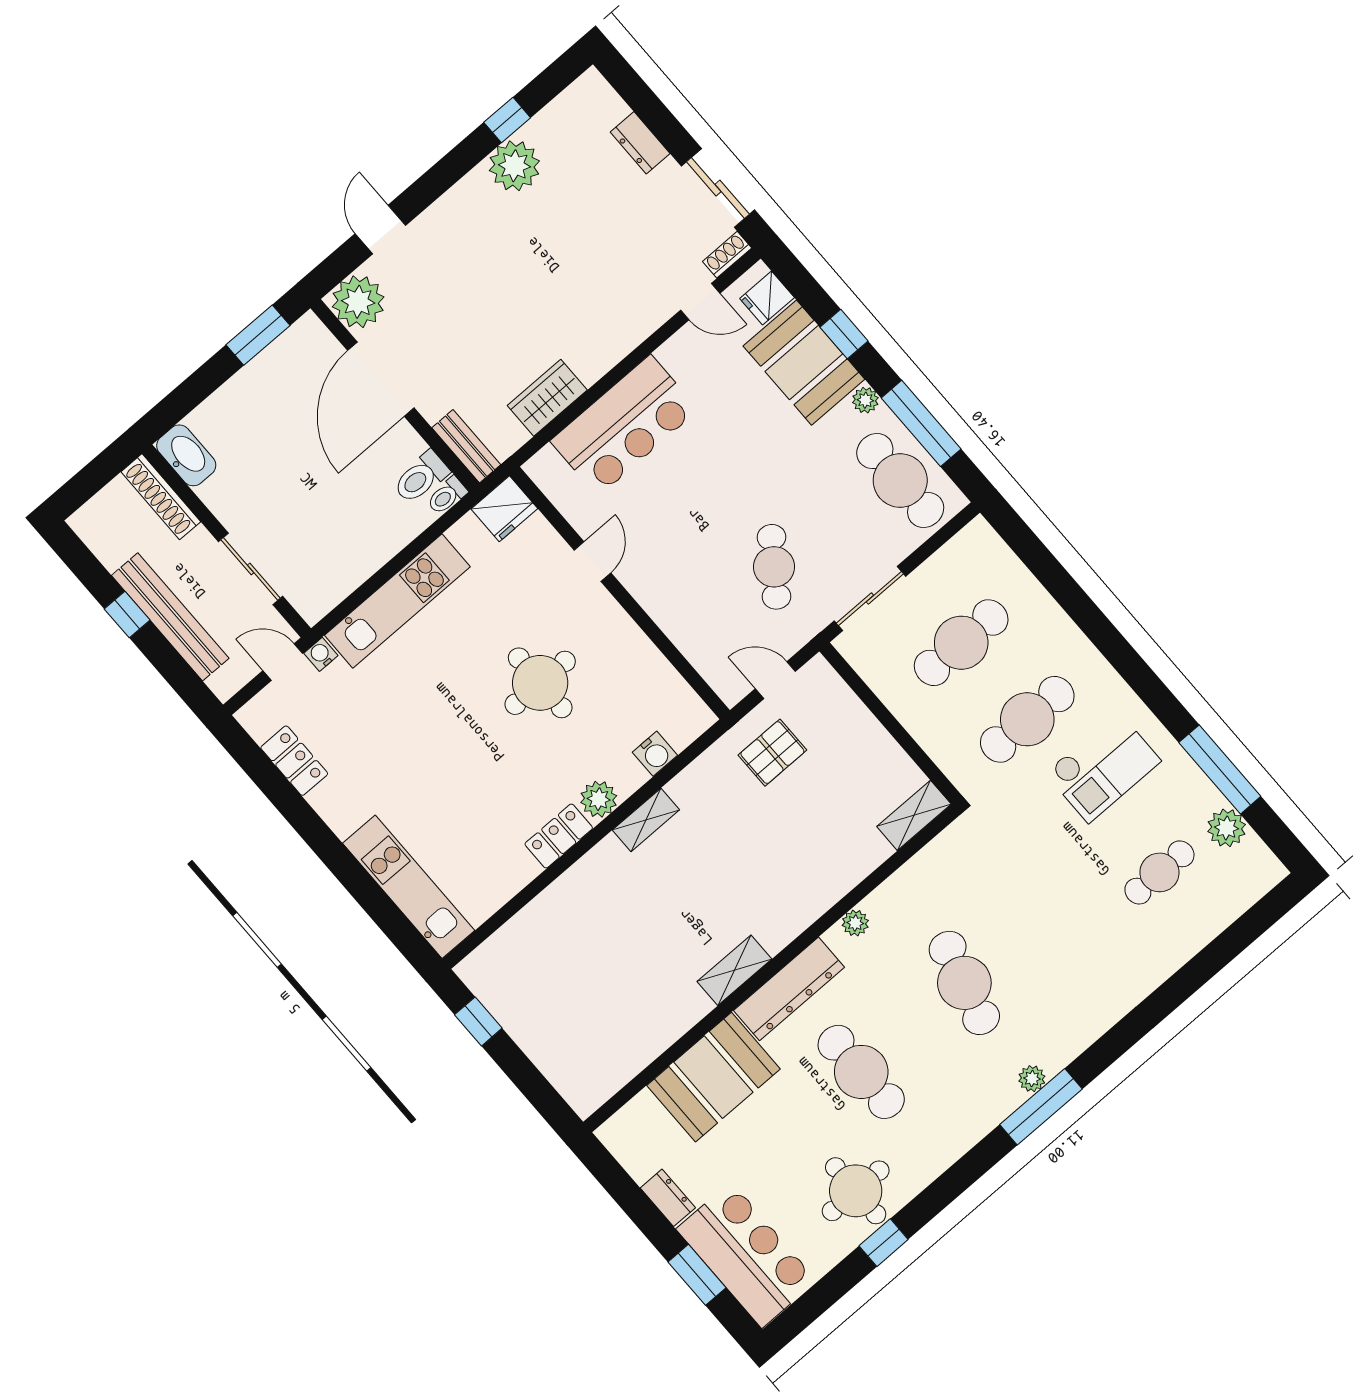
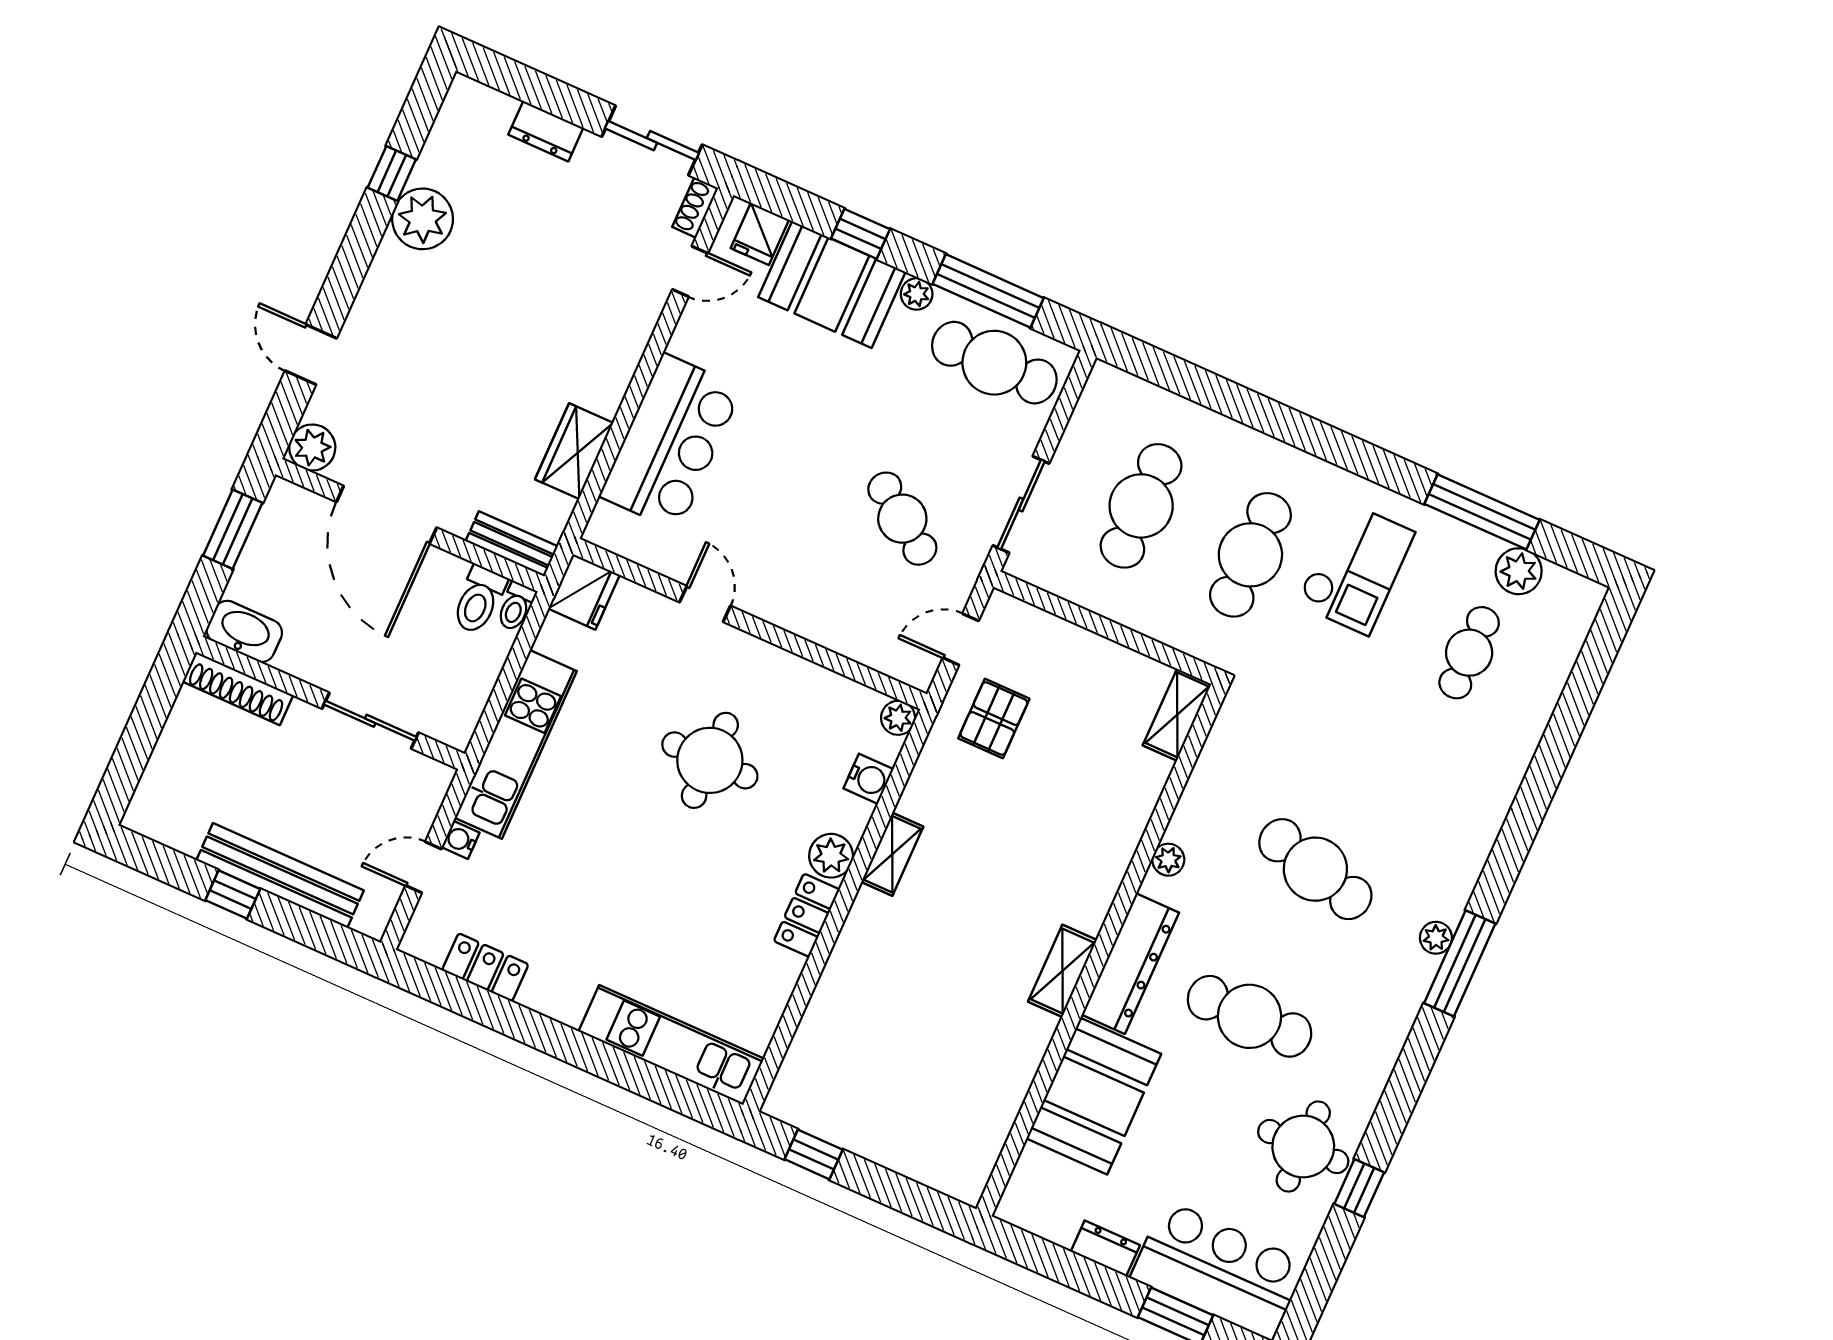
plant: (358, 302) -> (312, 448), width x0.73, depth x0.73
washbasin: (186, 455) -> (244, 631), moved
shoe rack: (161, 497) -> (238, 688), moved
wall: (226, 541) -> (330, 703), moved
sliding door: (251, 569) -> (370, 721), moved
plant: (699, 718) -> (898, 718), added

